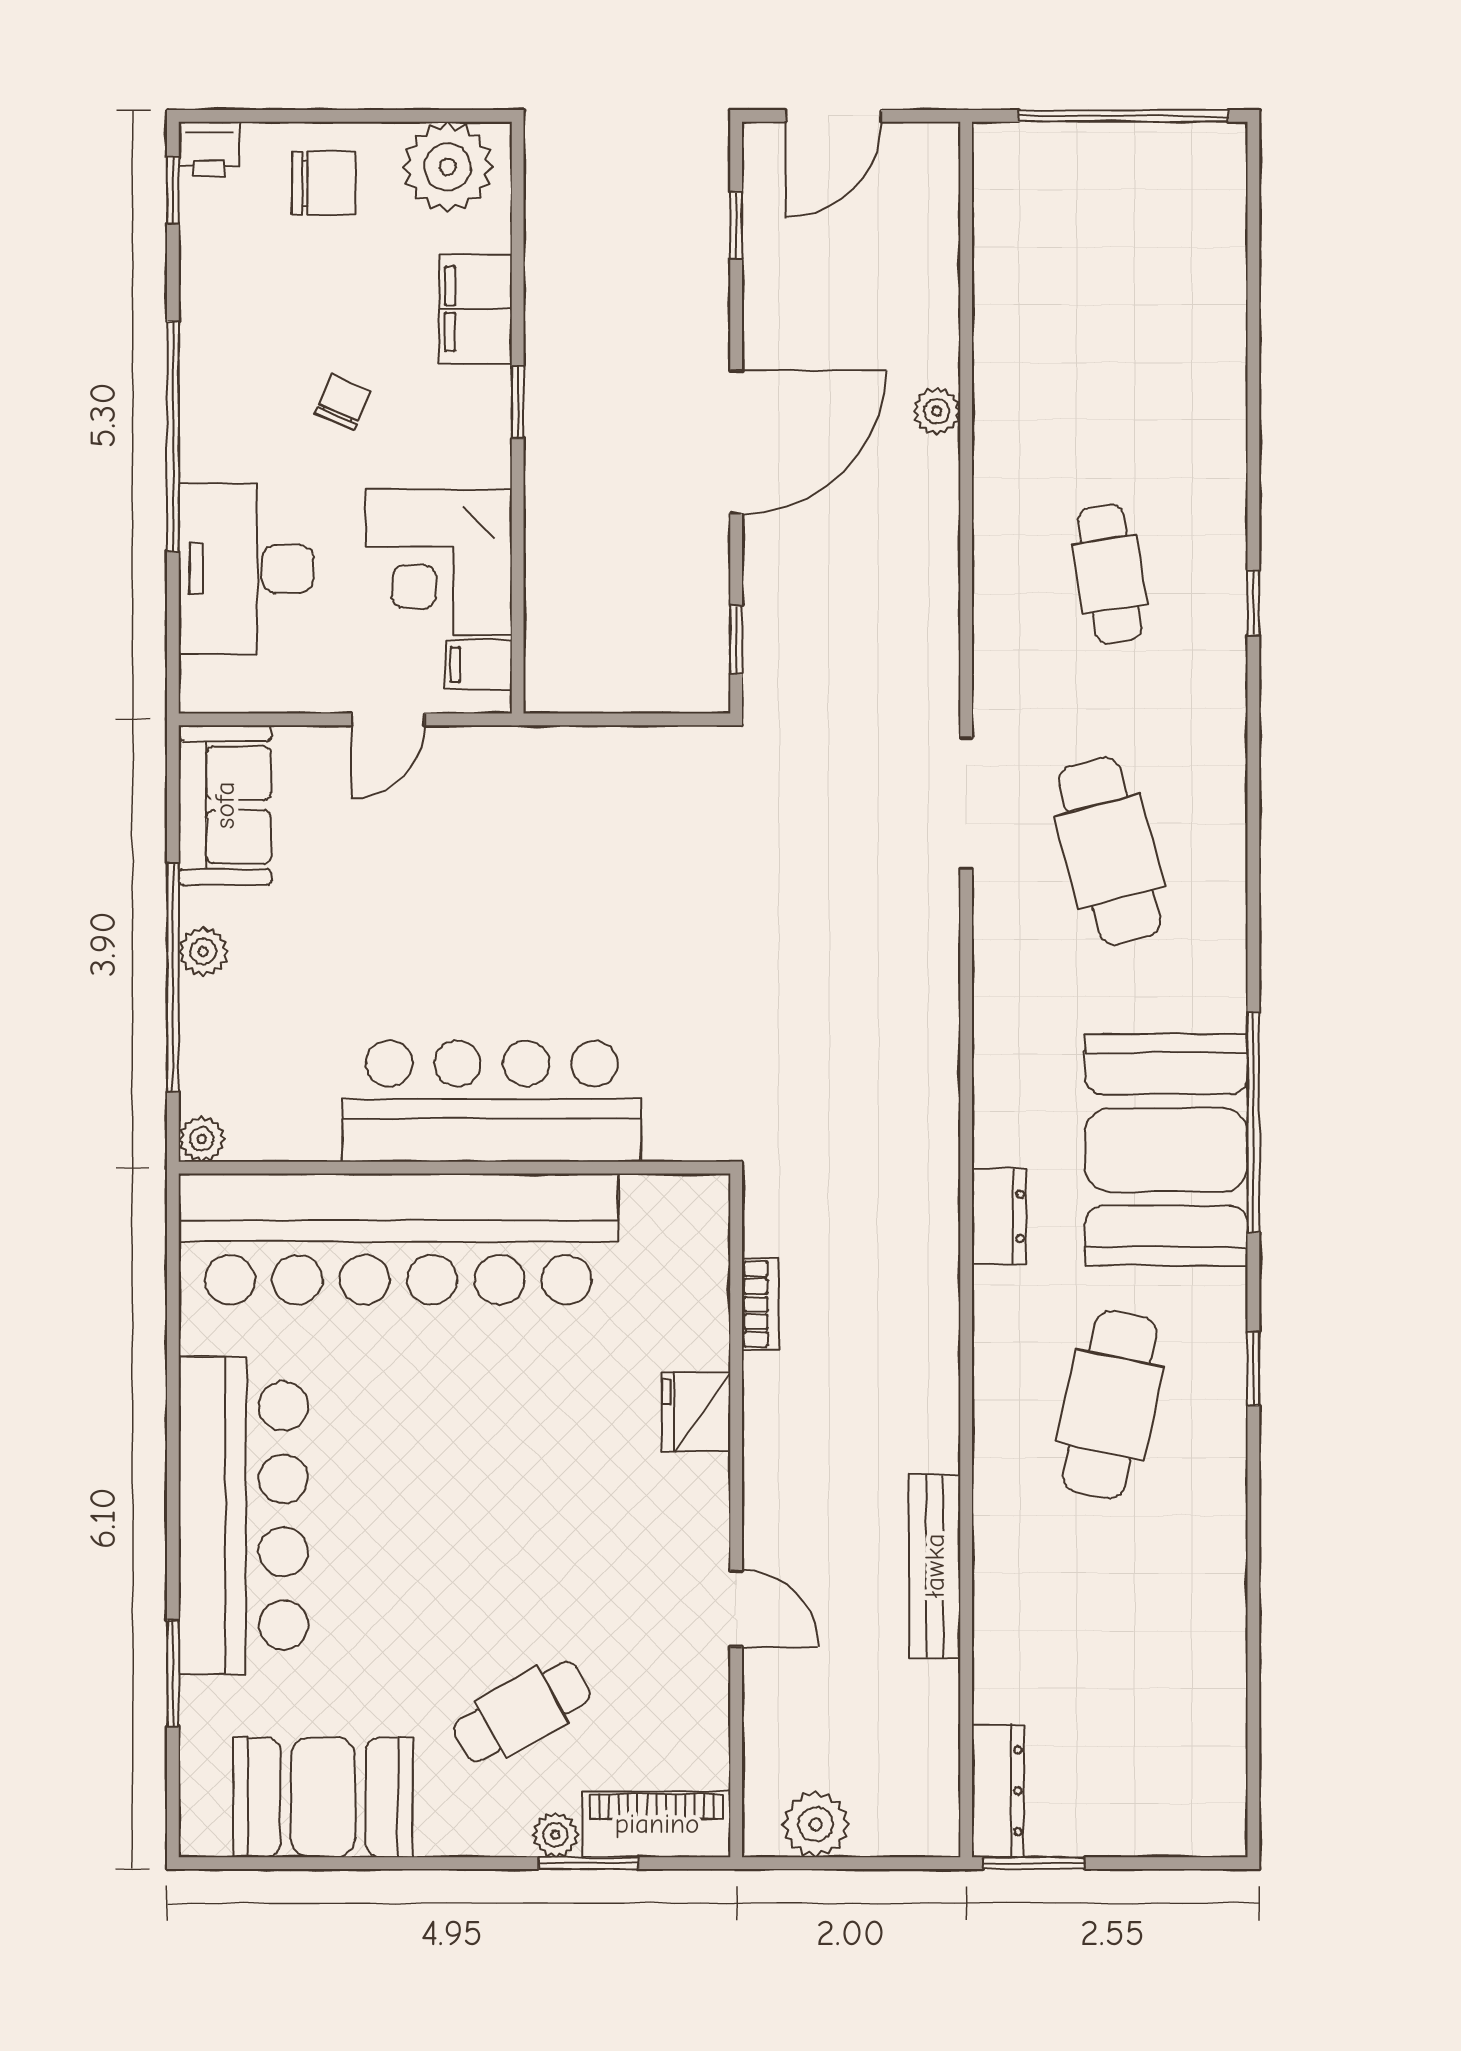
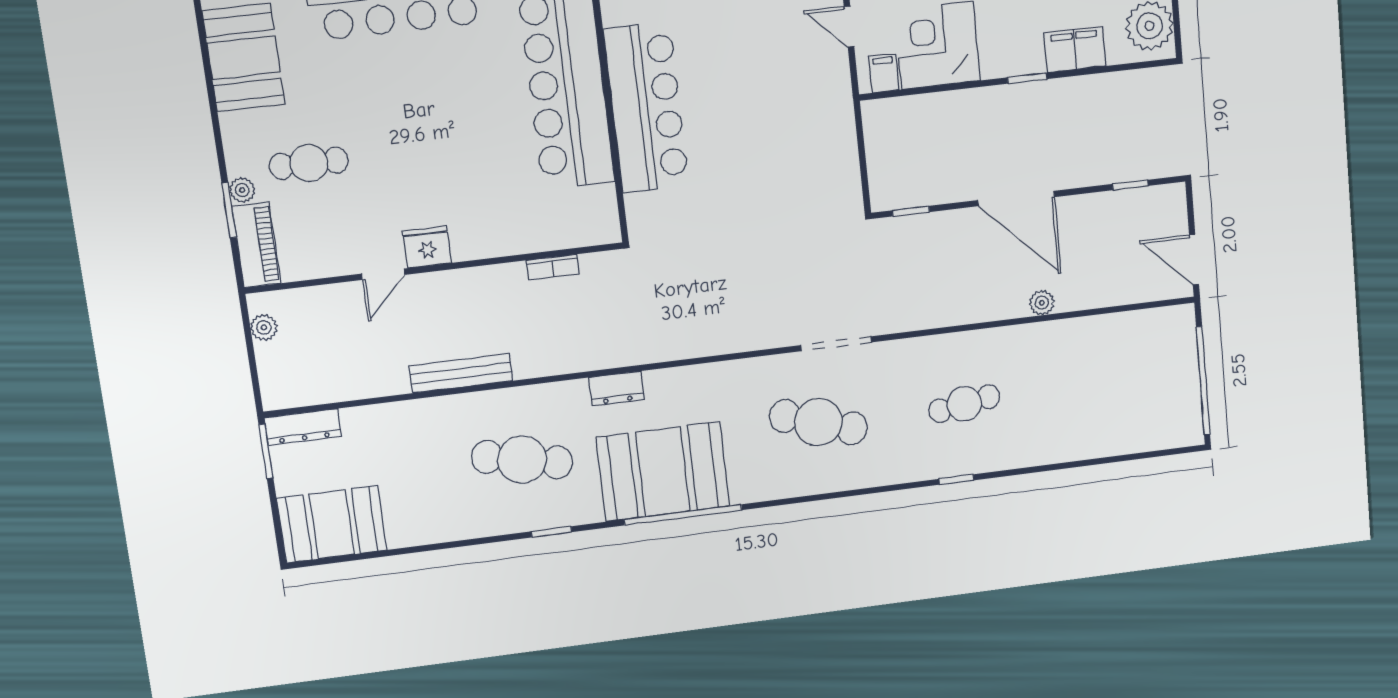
door: (833, 116) -> (1194, 260), moved
cafe table: (1110, 851) -> (818, 422), turned 33
fridge: (696, 1412) -> (427, 247), moved
bench: (935, 1566) -> (461, 373), moved
cafe table: (522, 1712) -> (309, 163), turned -61
booth: (1186, 1765) -> (332, 524), added
plant: (816, 1824) -> (264, 327), width x0.73, depth x0.73

